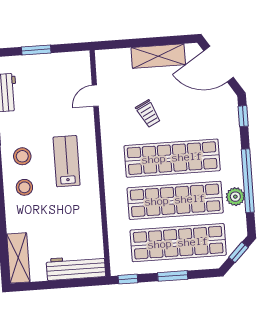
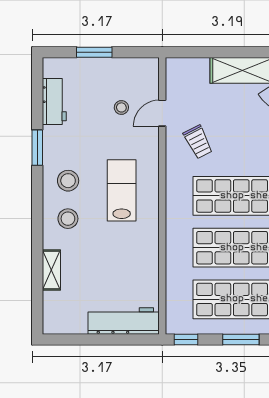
stool: (62, 93) -> (121, 107), added
trolley: (148, 114) -> (198, 142), moved
shelving: (18, 258) -> (51, 270), moved, width x0.67, depth x0.75

